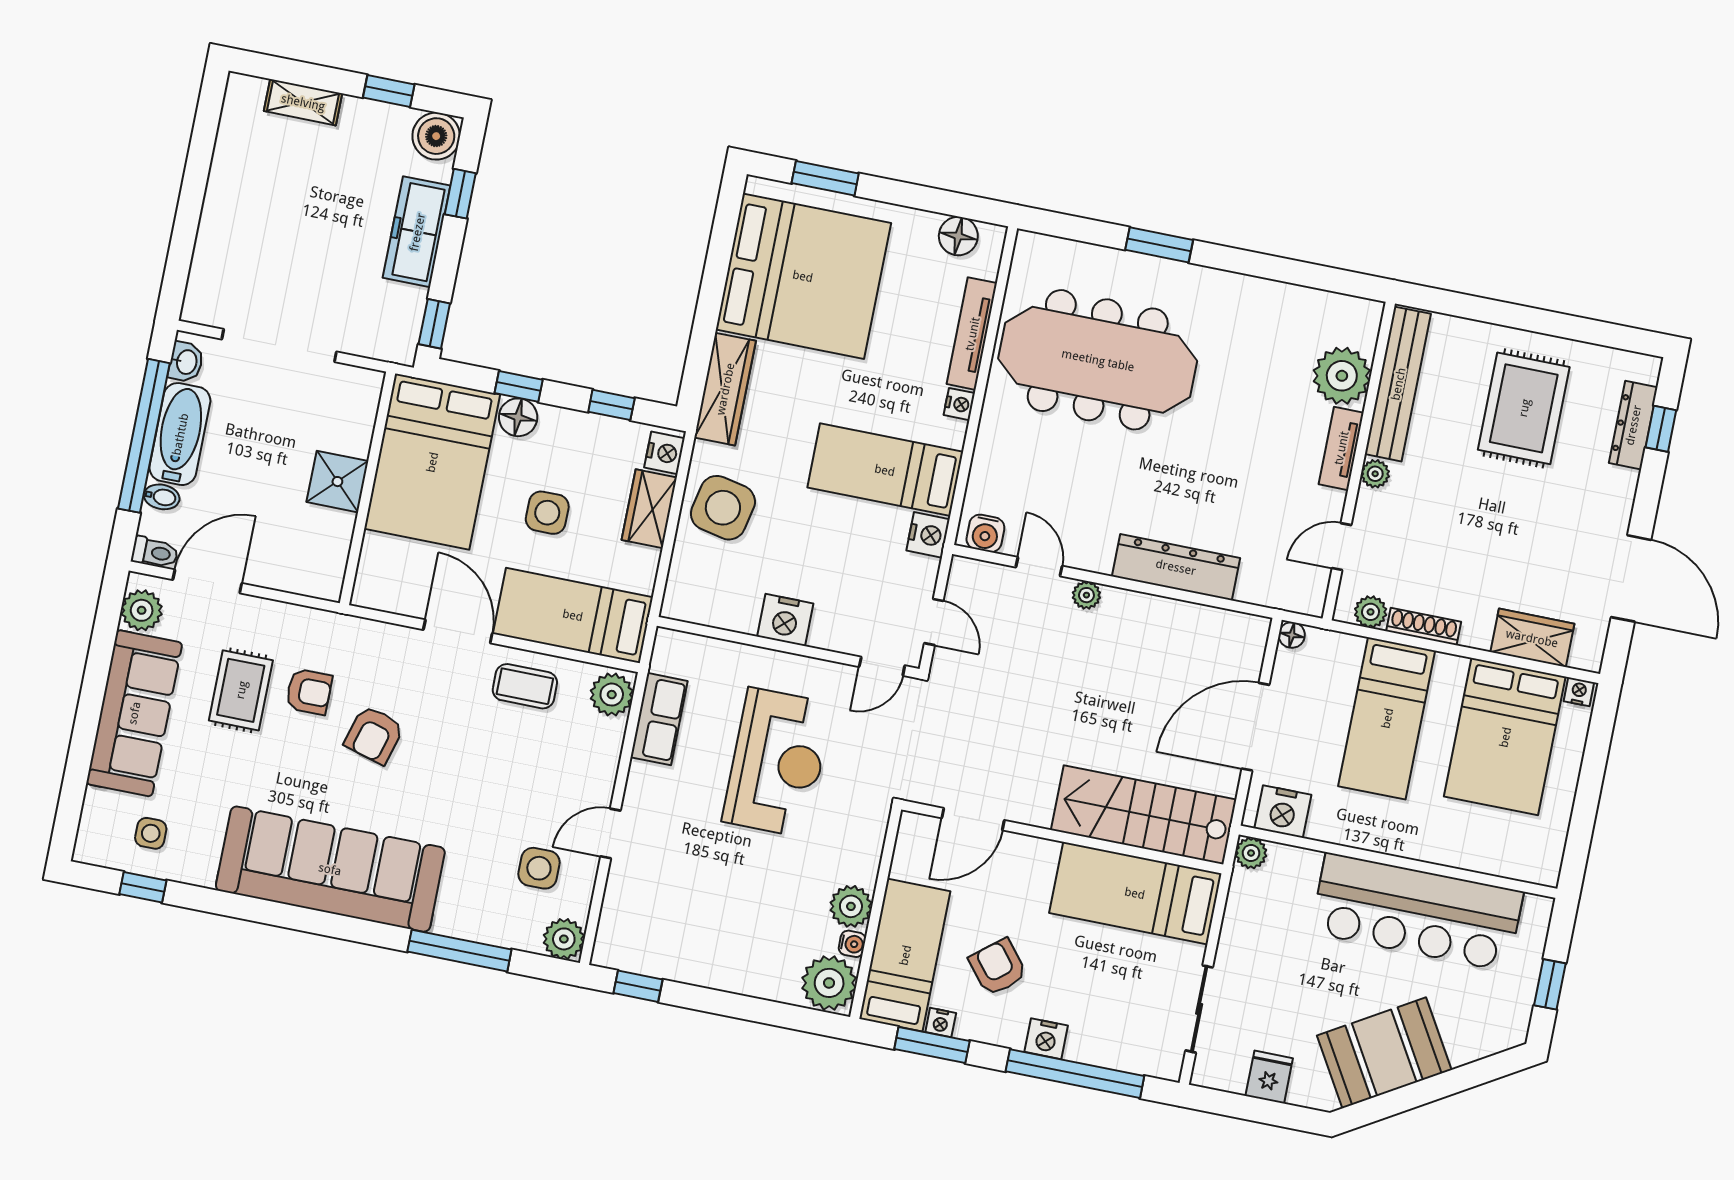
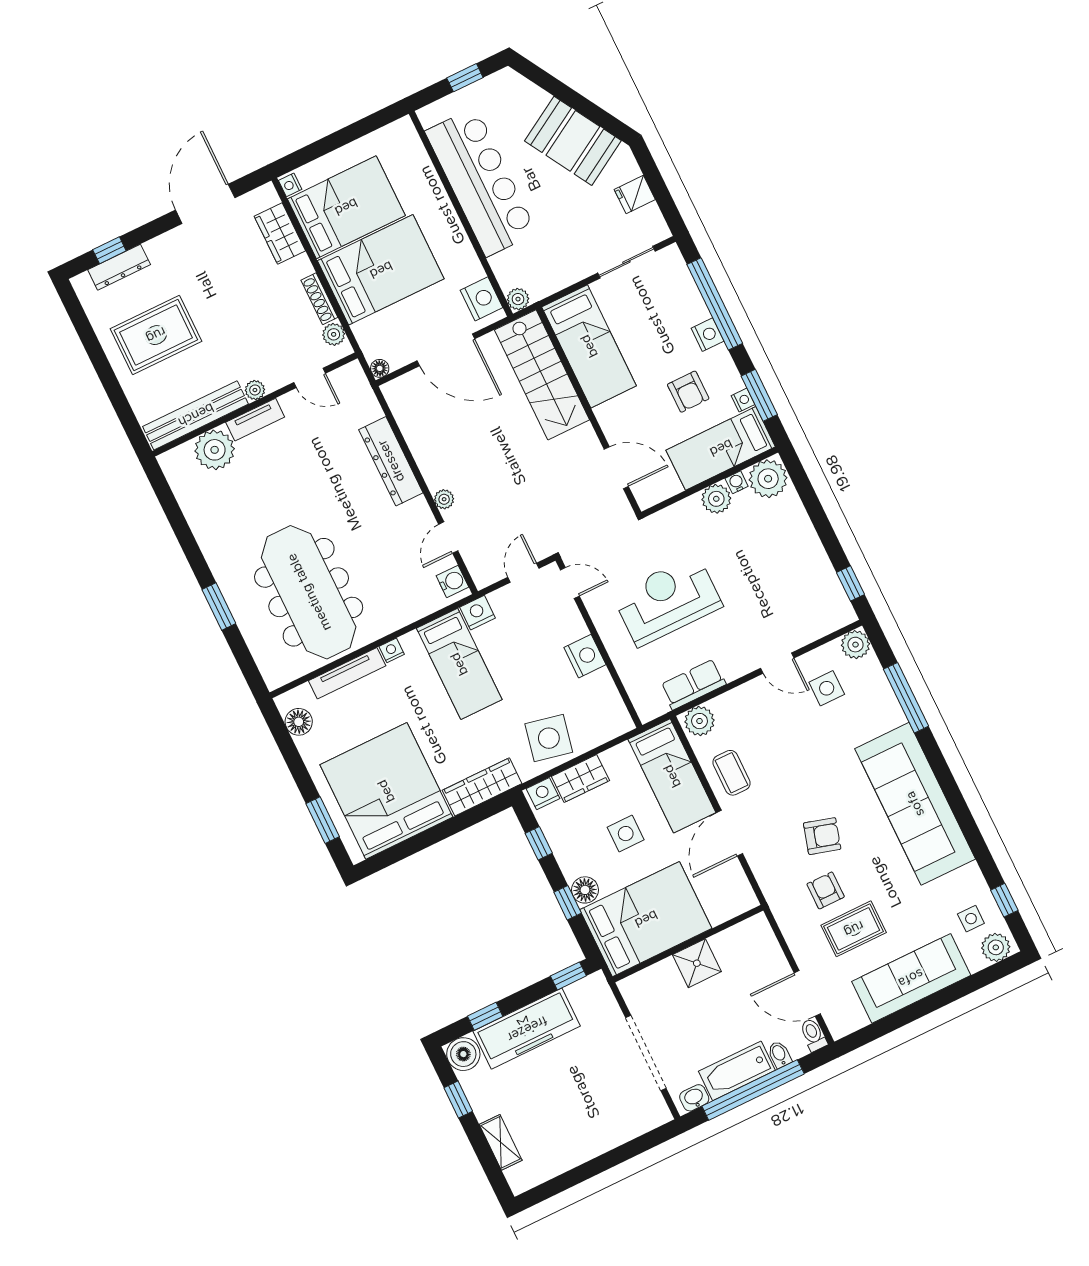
freezer: (417, 232) -> (527, 1029), width x1.36, depth x1.26
plant: (142, 610) -> (996, 947), moved
bed: (1387, 718) -> (381, 270), width x1.50
armchair: (998, 967) -> (688, 392), turned -51

